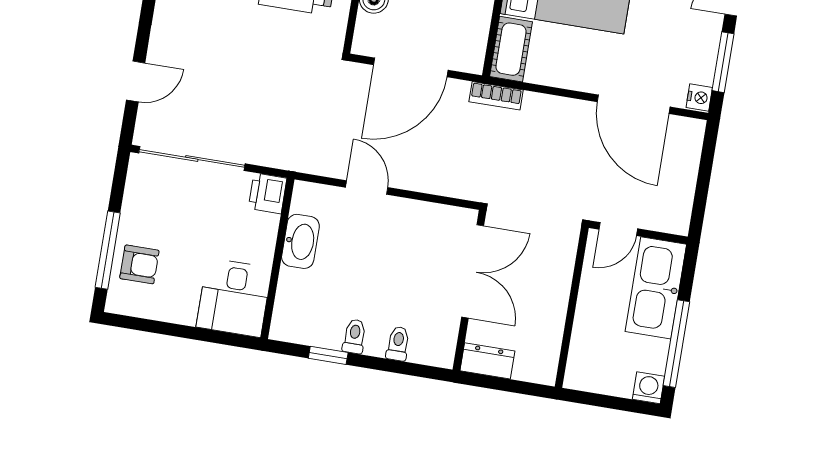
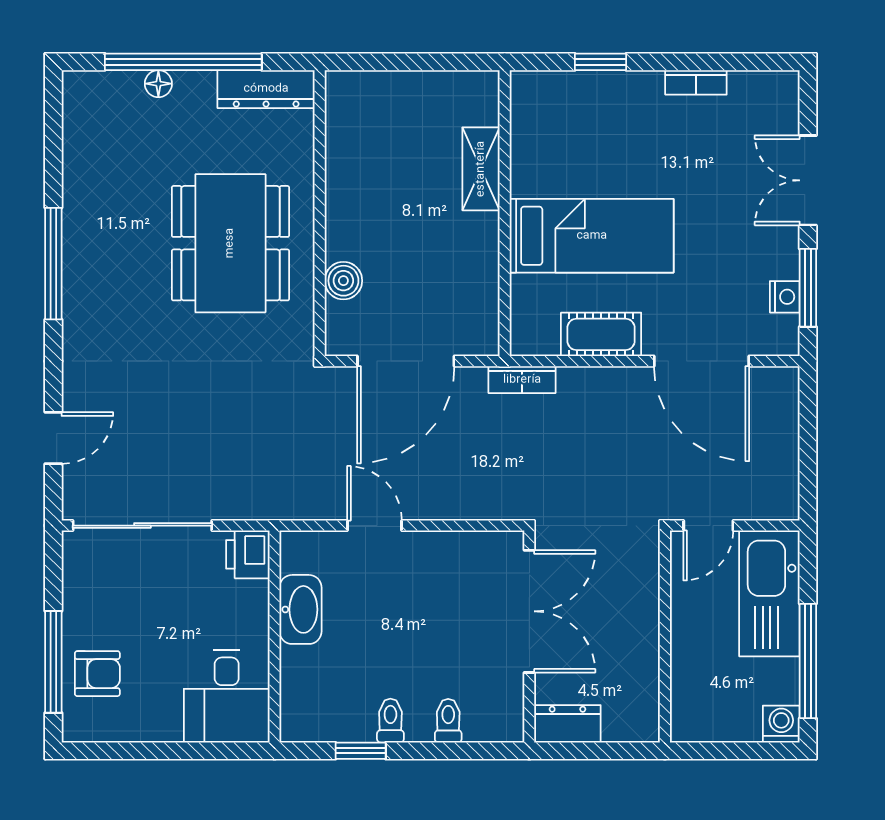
cot: (511, 49) -> (601, 334), moved, turned 90
nightstand: (699, 97) -> (785, 297), moved

